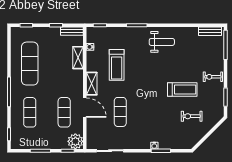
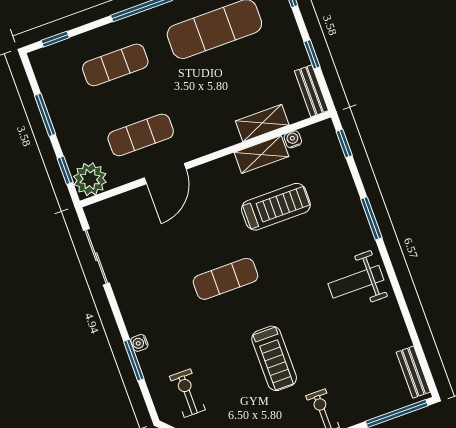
weight bench: (162, 42) -> (356, 282), turned 90
treadmill: (117, 65) -> (276, 207), turned 180
shelving: (92, 84) -> (261, 154), moved
exercise mat: (120, 112) -> (225, 279), moved
exercise bike: (192, 116) -> (187, 393), moved

